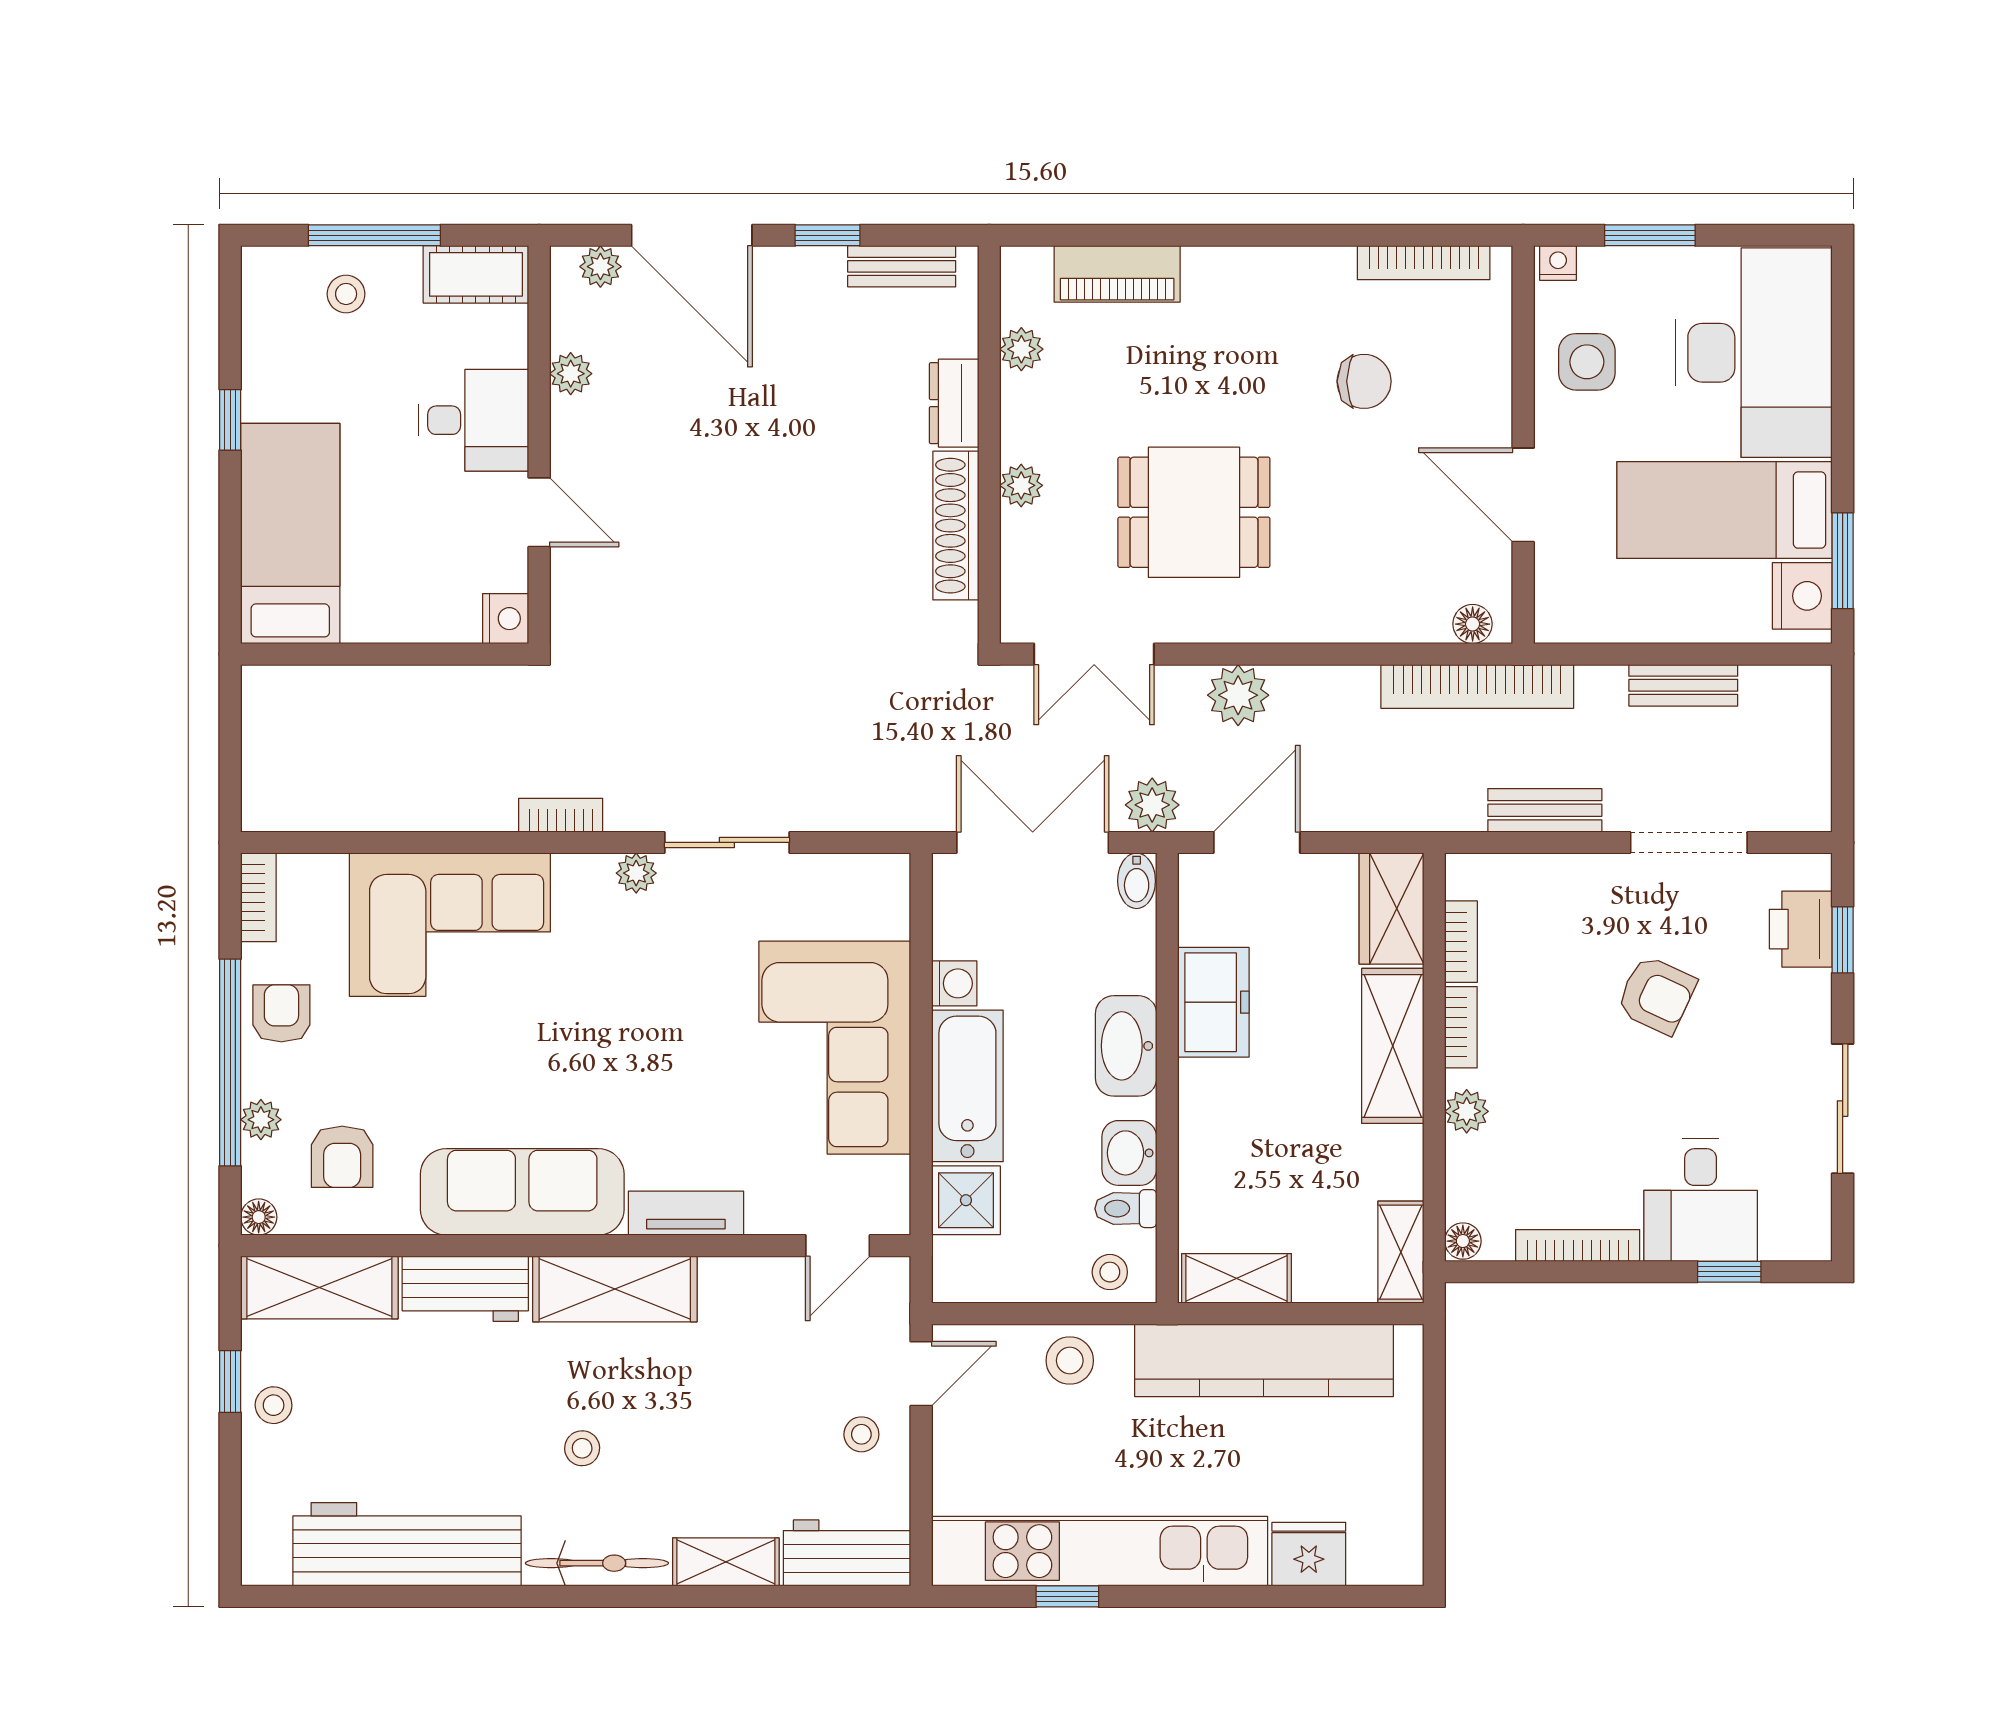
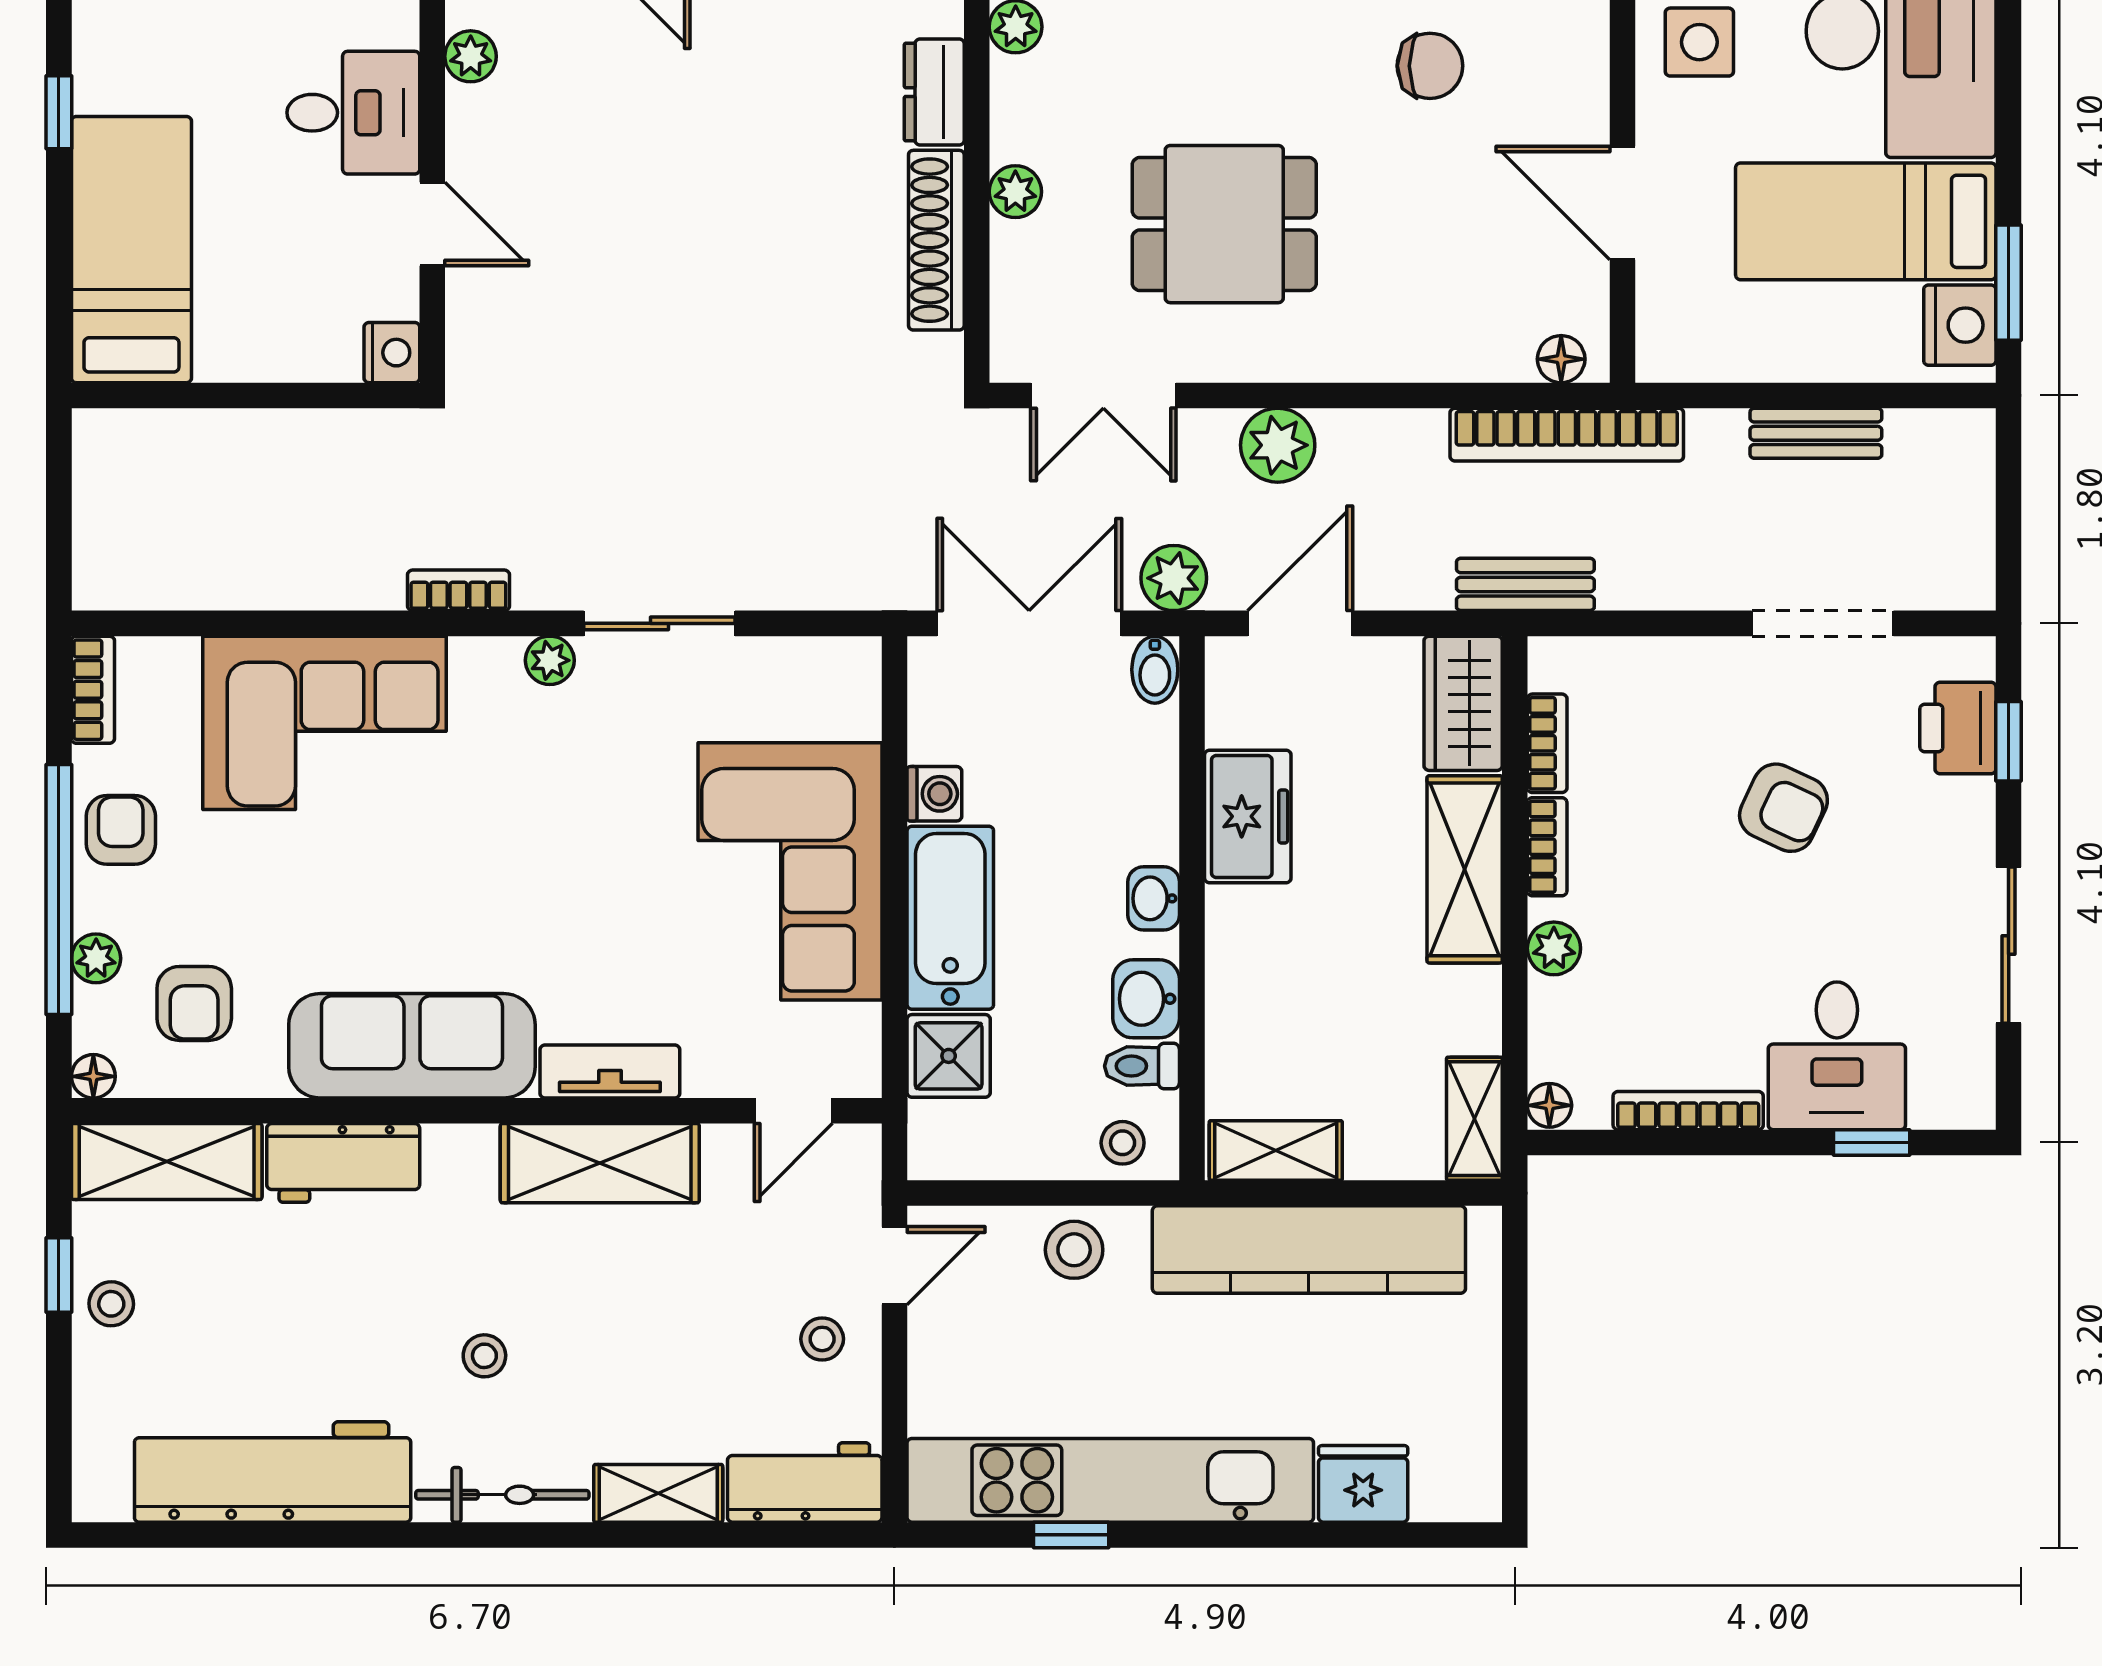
bench: (1545, 810) -> (1525, 584), moved
washbasin: (1126, 1046) -> (1154, 898), width x0.52, depth x0.69
shelving: (615, 1289) -> (600, 1163), moved

